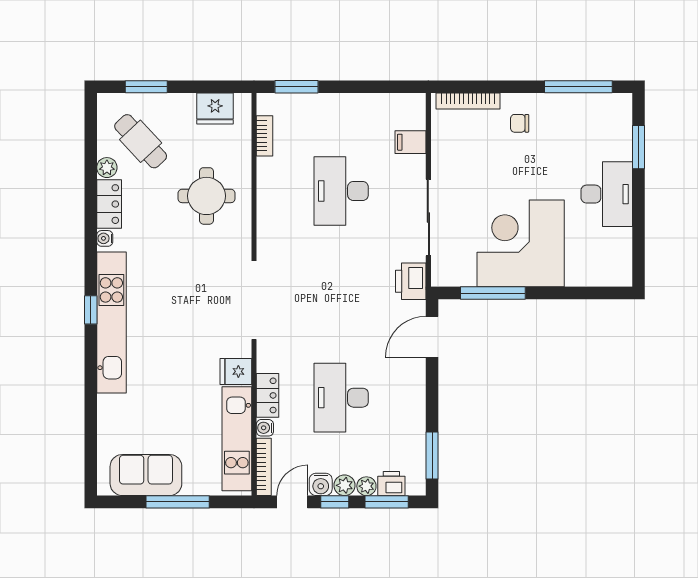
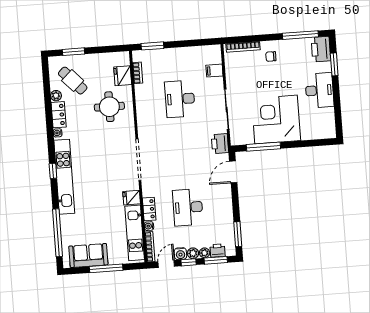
fridge: (215, 108) -> (123, 76), moved, turned 90
printer: (615, 116) -> (321, 49), added
window: (91, 428) -> (58, 233), added

